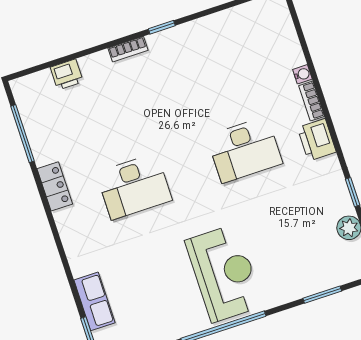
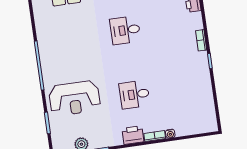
desk: (245, 150) -> (134, 94), width x0.73
desk: (134, 186) -> (125, 30), width x0.73
reception desk: (224, 273) -> (74, 98), moved

